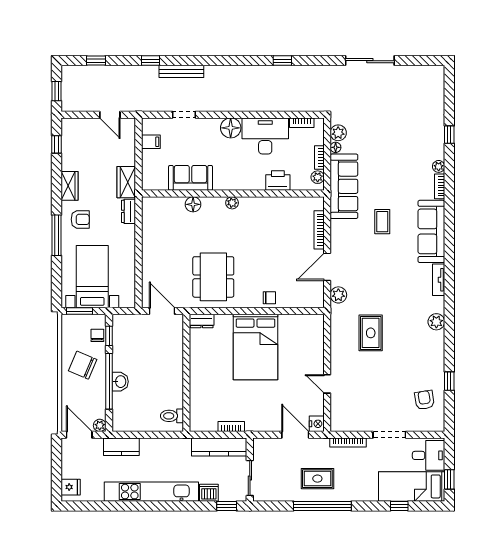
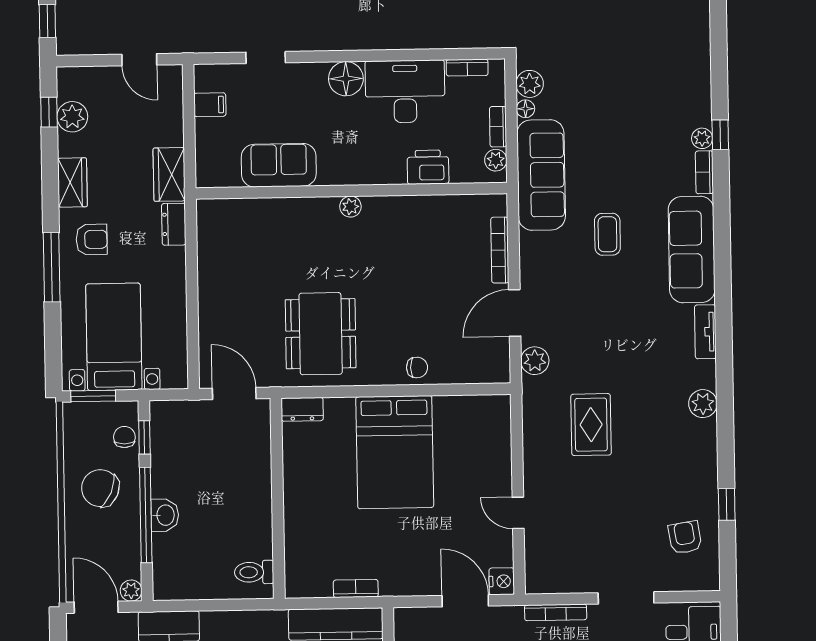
window: (449, 135) -> (720, 135), moved
plant: (70, 147) -> (72, 117), added
floor lamp: (193, 204) -> (284, 210), removed

